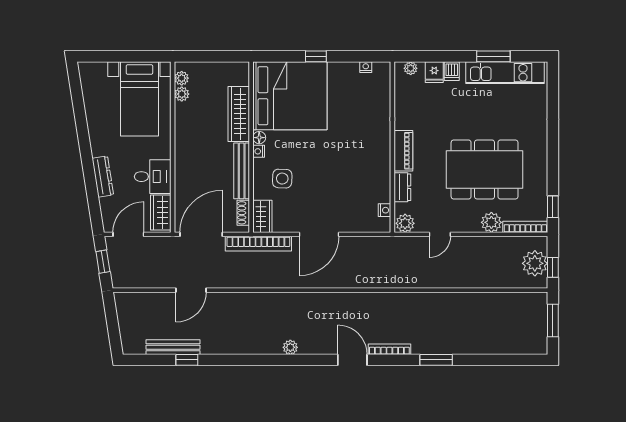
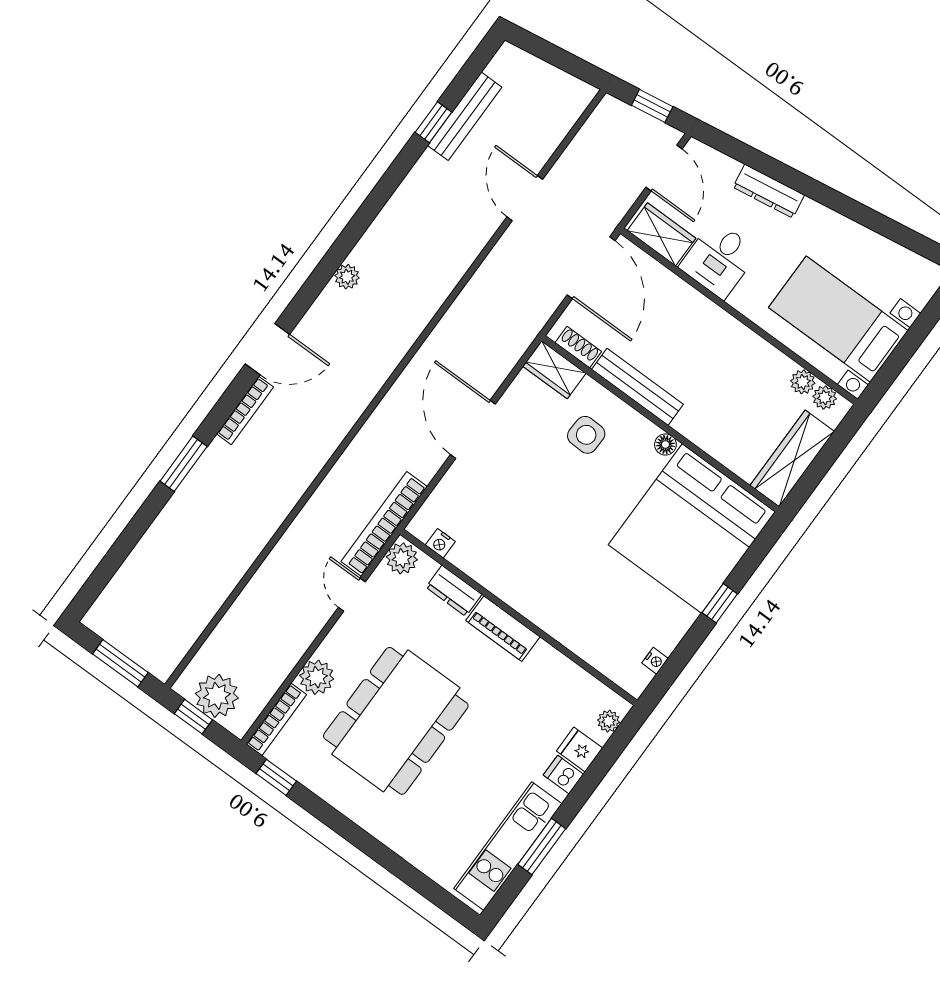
wardrobe: (239, 114) -> (792, 459), moved, turned -90
nightstand: (259, 151) -> (647, 430), removed
bookcase: (258, 244) -> (384, 524), moved

